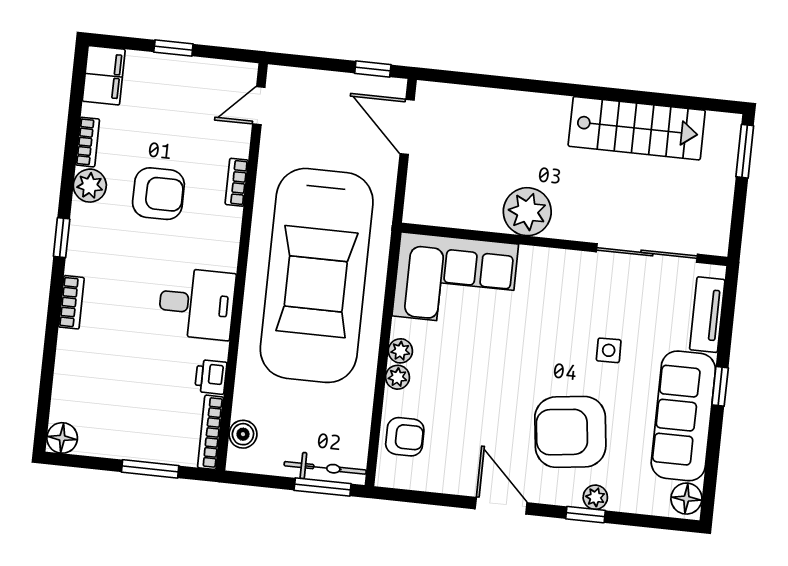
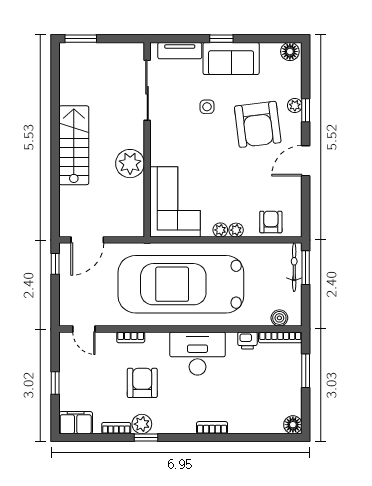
stairs: (637, 128) -> (74, 145), moved
window: (62, 238) -> (146, 438), moved
car: (317, 275) -> (181, 284), turned 180
desk: (197, 304) -> (198, 353), width x1.37
sofa: (683, 416) -> (231, 58), width x0.73

